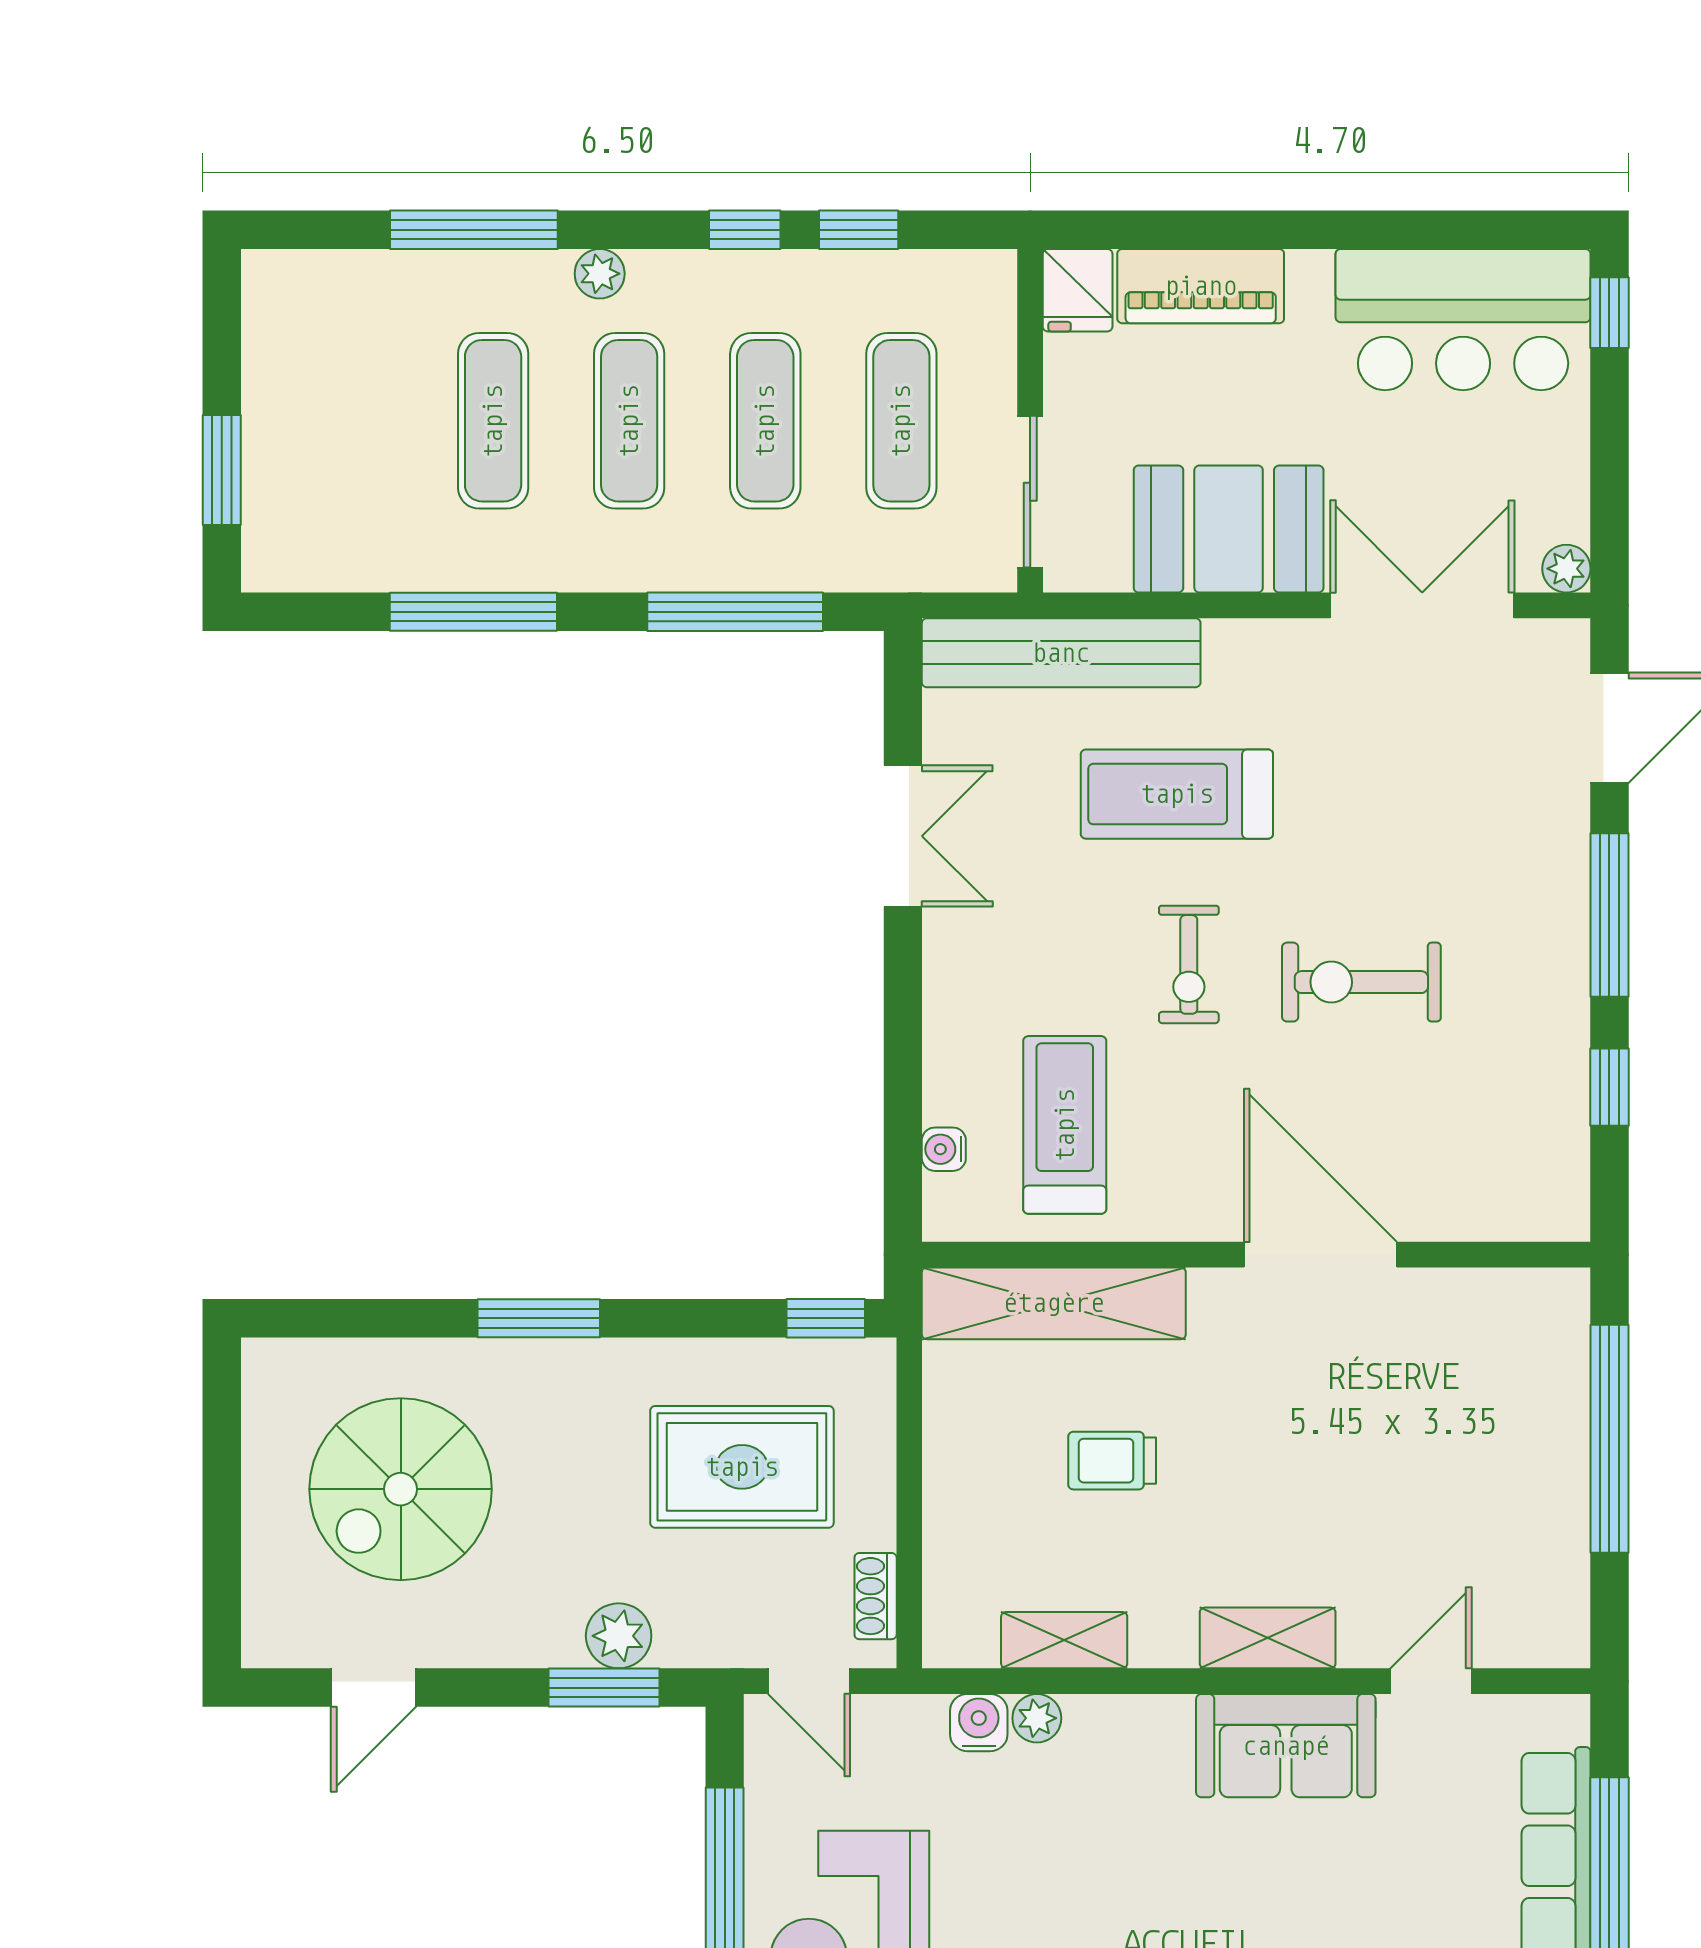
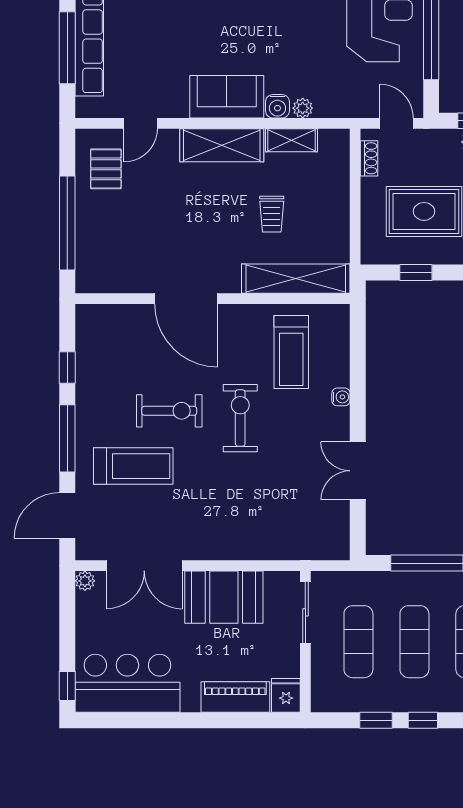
bench: (1061, 653) -> (293, 546), removed
treadmill: (1177, 794) -> (133, 466), moved
exercise bike: (1189, 964) -> (240, 418), width x1.38, depth x1.39
water cooler: (944, 1149) -> (341, 397), moved
window: (826, 1318) -> (416, 273), moved
trolley: (1112, 1461) -> (272, 214), turned 90
pallet: (1516, 1570) -> (106, 169), added
shelving: (1268, 1638) -> (222, 145), width x1.50, depth x1.33
water cooler: (979, 1723) -> (277, 106), moved
sofa: (1286, 1746) -> (227, 97), moved

